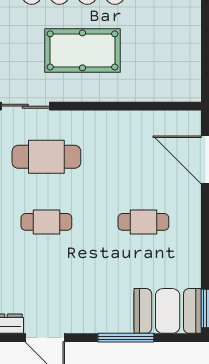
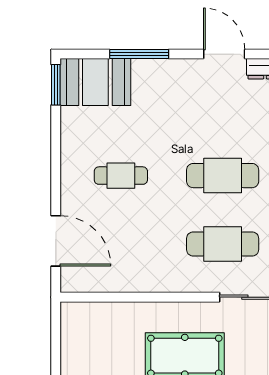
cafe table: (46, 222) -> (223, 176), width x1.37, depth x1.35

